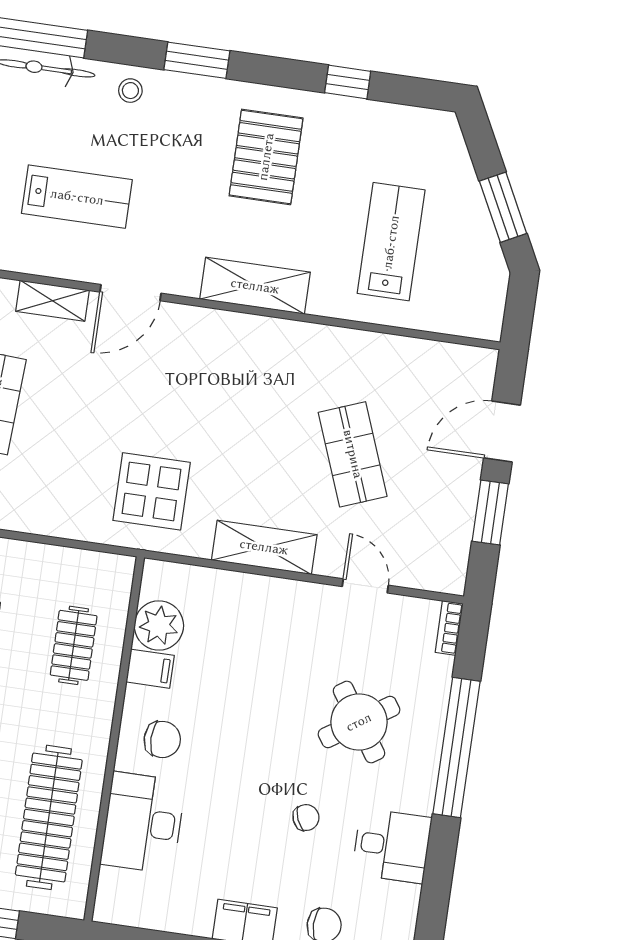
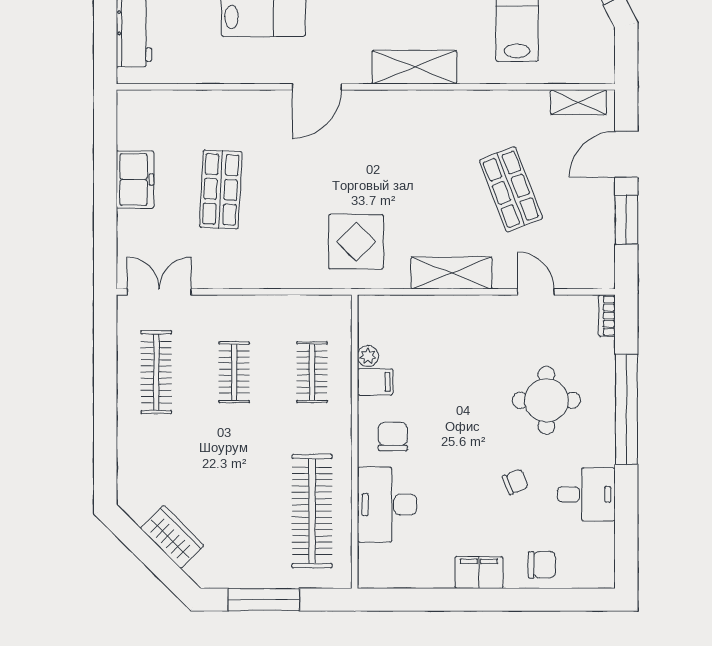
shelving: (53, 301) -> (578, 102), moved
plant: (159, 626) -> (368, 356), width x0.53, depth x0.53
round table: (359, 722) -> (546, 400), turned 34
chair: (162, 739) -> (393, 436), turned -90

